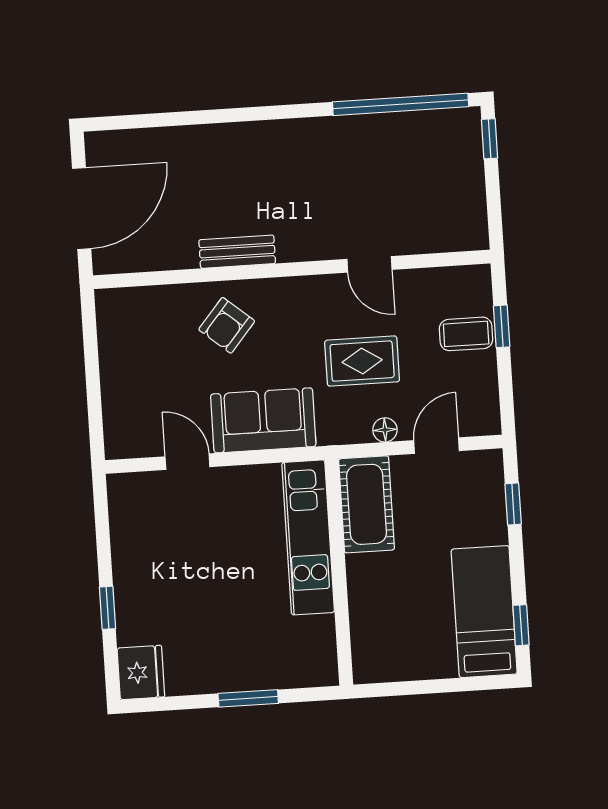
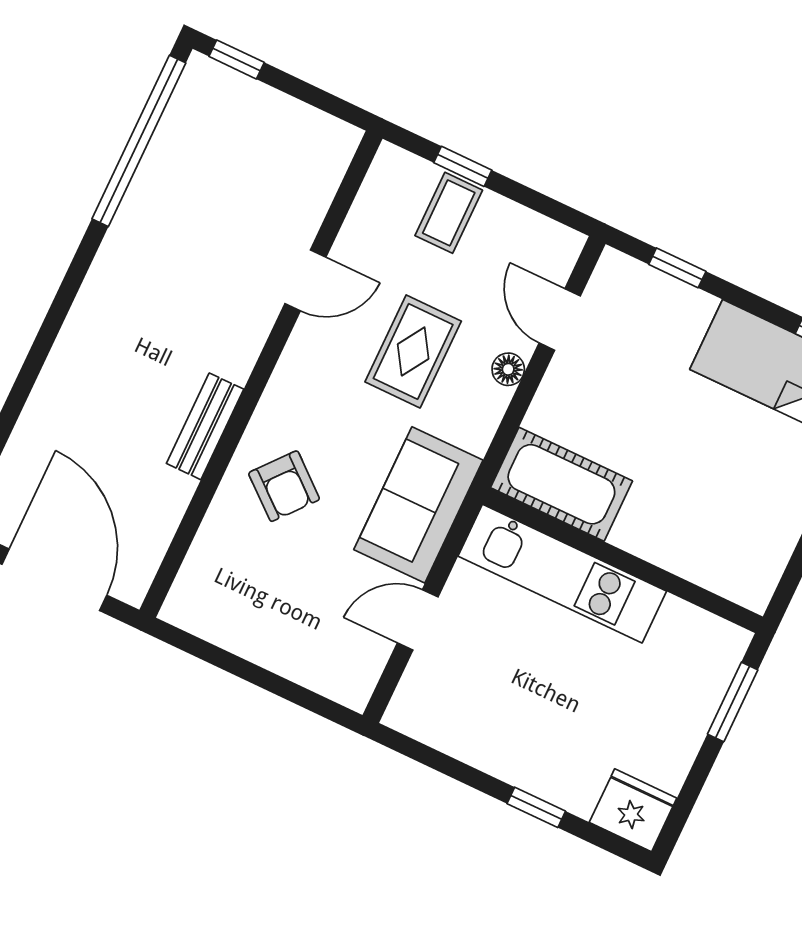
cot: (367, 504) -> (561, 484), moved
kitchen unit: (308, 537) -> (562, 574), moved
wall: (339, 572) -> (623, 560), moved

